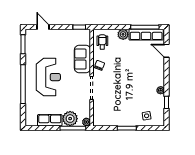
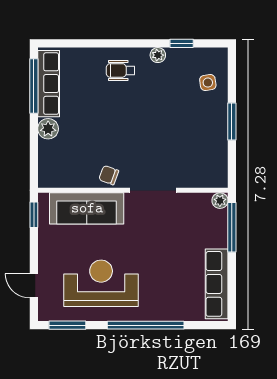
door: (43, 27) -> (34, 286), hinge flipped
wheelchair: (102, 42) -> (120, 70), moved
door: (166, 51) -> (80, 43), removed
sofa: (82, 59) -> (87, 208), width x1.36
reception desk: (48, 77) -> (101, 283), moved
plant: (70, 119) -> (213, 233), removed
row of seats: (50, 120) -> (217, 284), width x1.48

